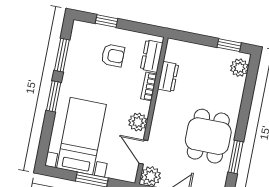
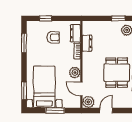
window: (54, 96) -> (24, 91), moved

